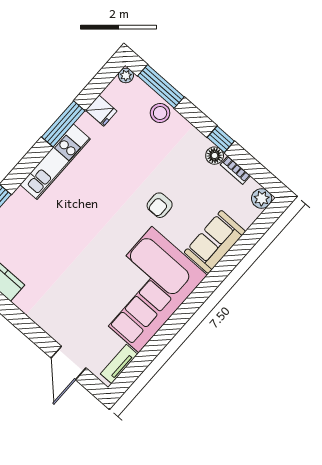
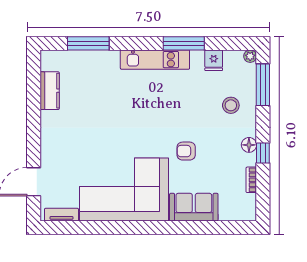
stool: (160, 113) -> (231, 105), moved
floor lamp: (215, 156) -> (249, 145), moved
plant: (262, 199) -> (248, 213), removed

